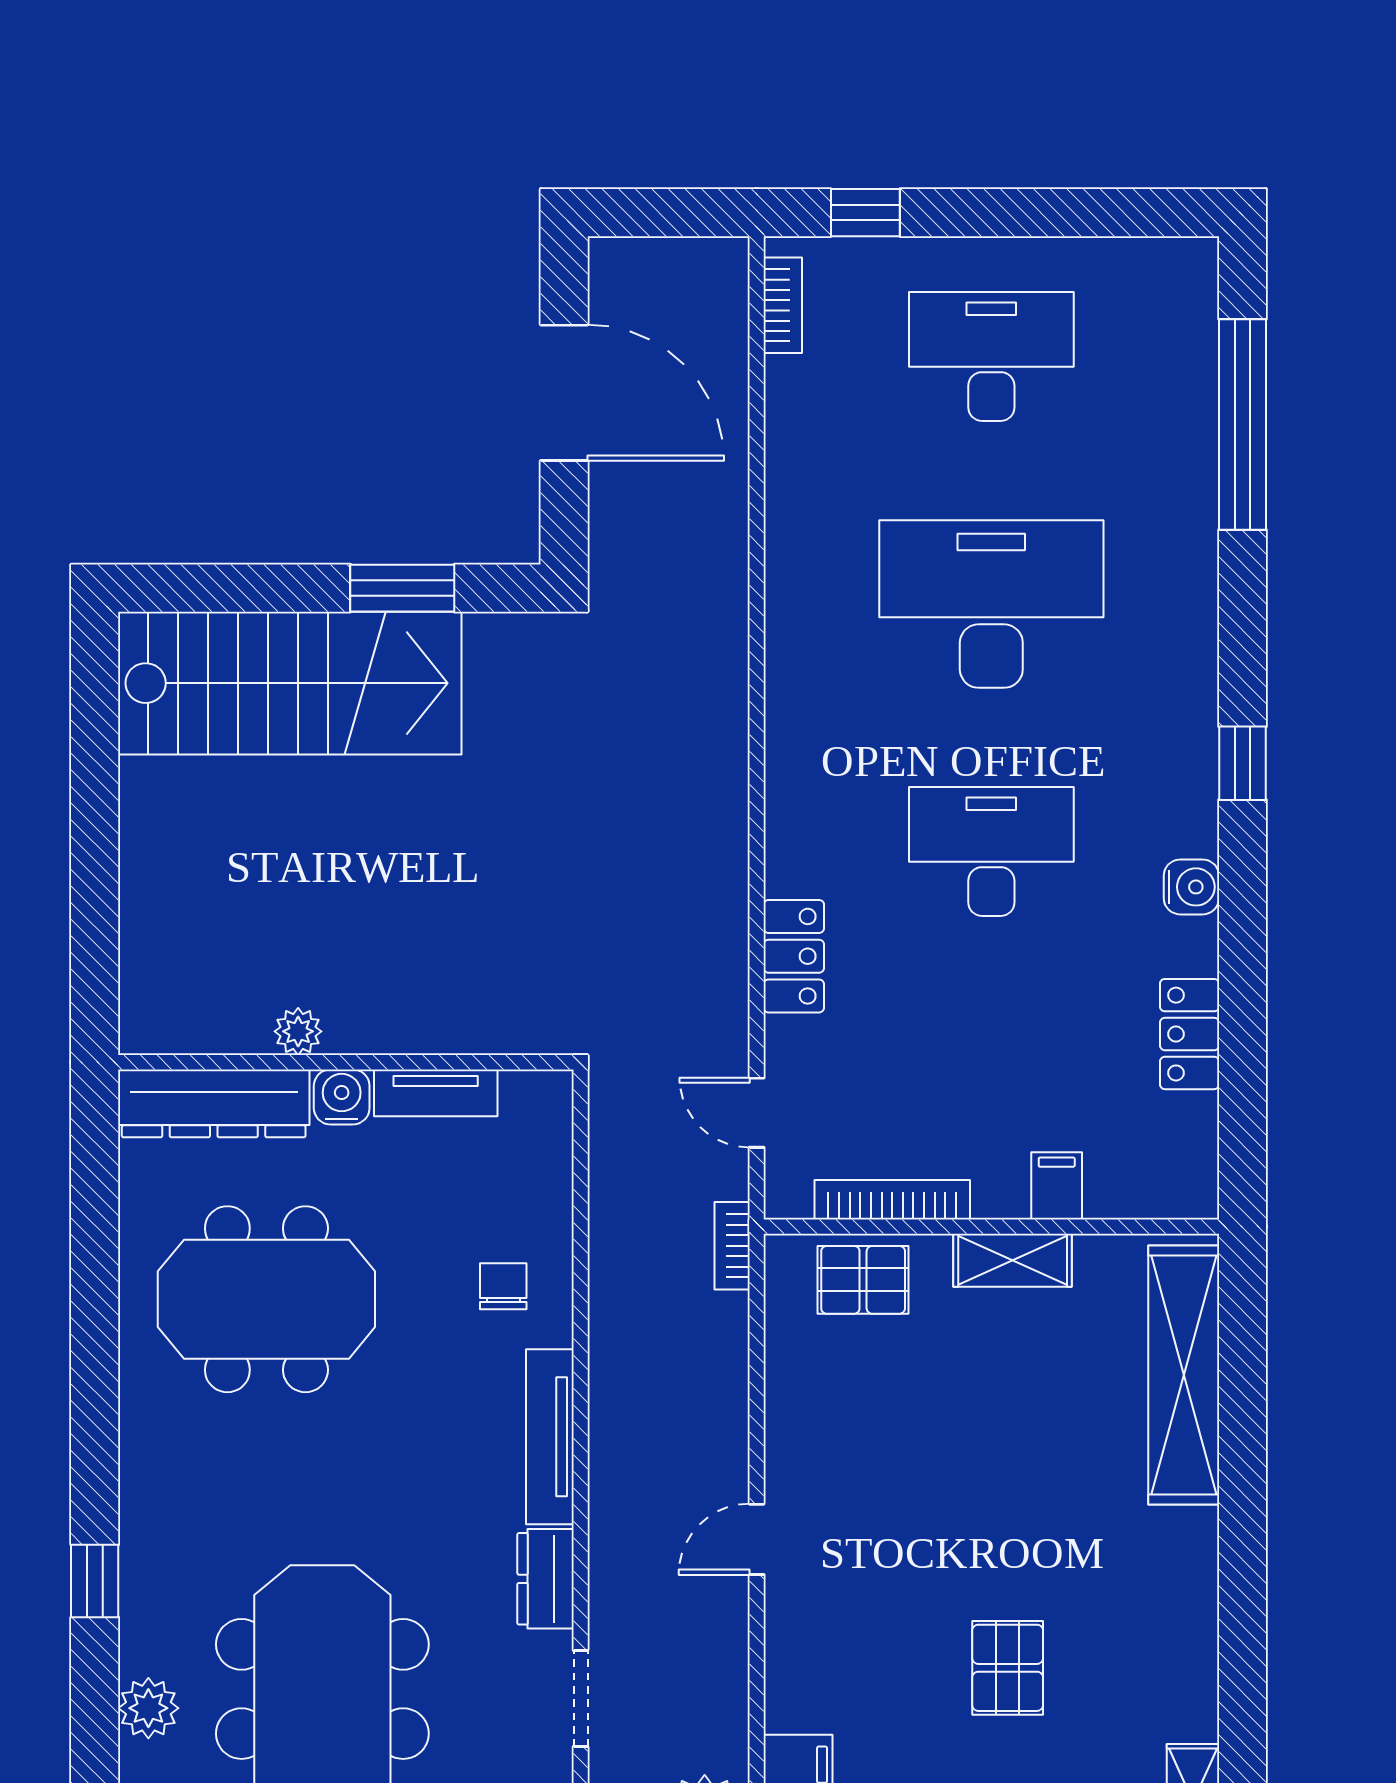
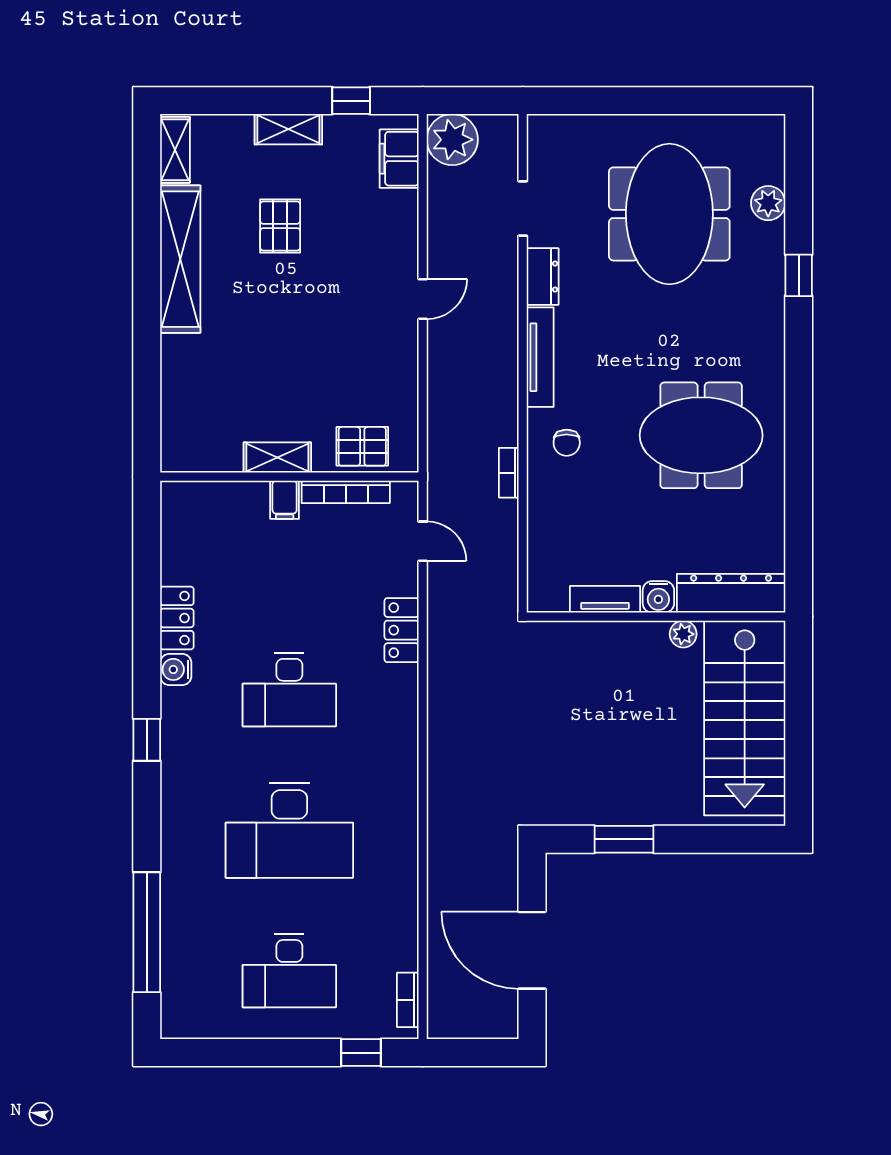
stairs: (290, 683) -> (745, 718), moved, turned -90
plant: (298, 1031) -> (683, 634), moved
locker: (1190, 1034) -> (177, 618), moved
wall: (346, 1062) -> (656, 617), moved
tv unit: (436, 1093) -> (605, 599), moved
water cooler: (342, 1097) -> (658, 597), moved
dresser: (214, 1103) -> (731, 593), moved
filing cabinet: (1057, 1186) -> (285, 500), moved
bookcase: (732, 1246) -> (509, 473), moved, turned 180
shelving: (1184, 1375) -> (180, 259), moved

